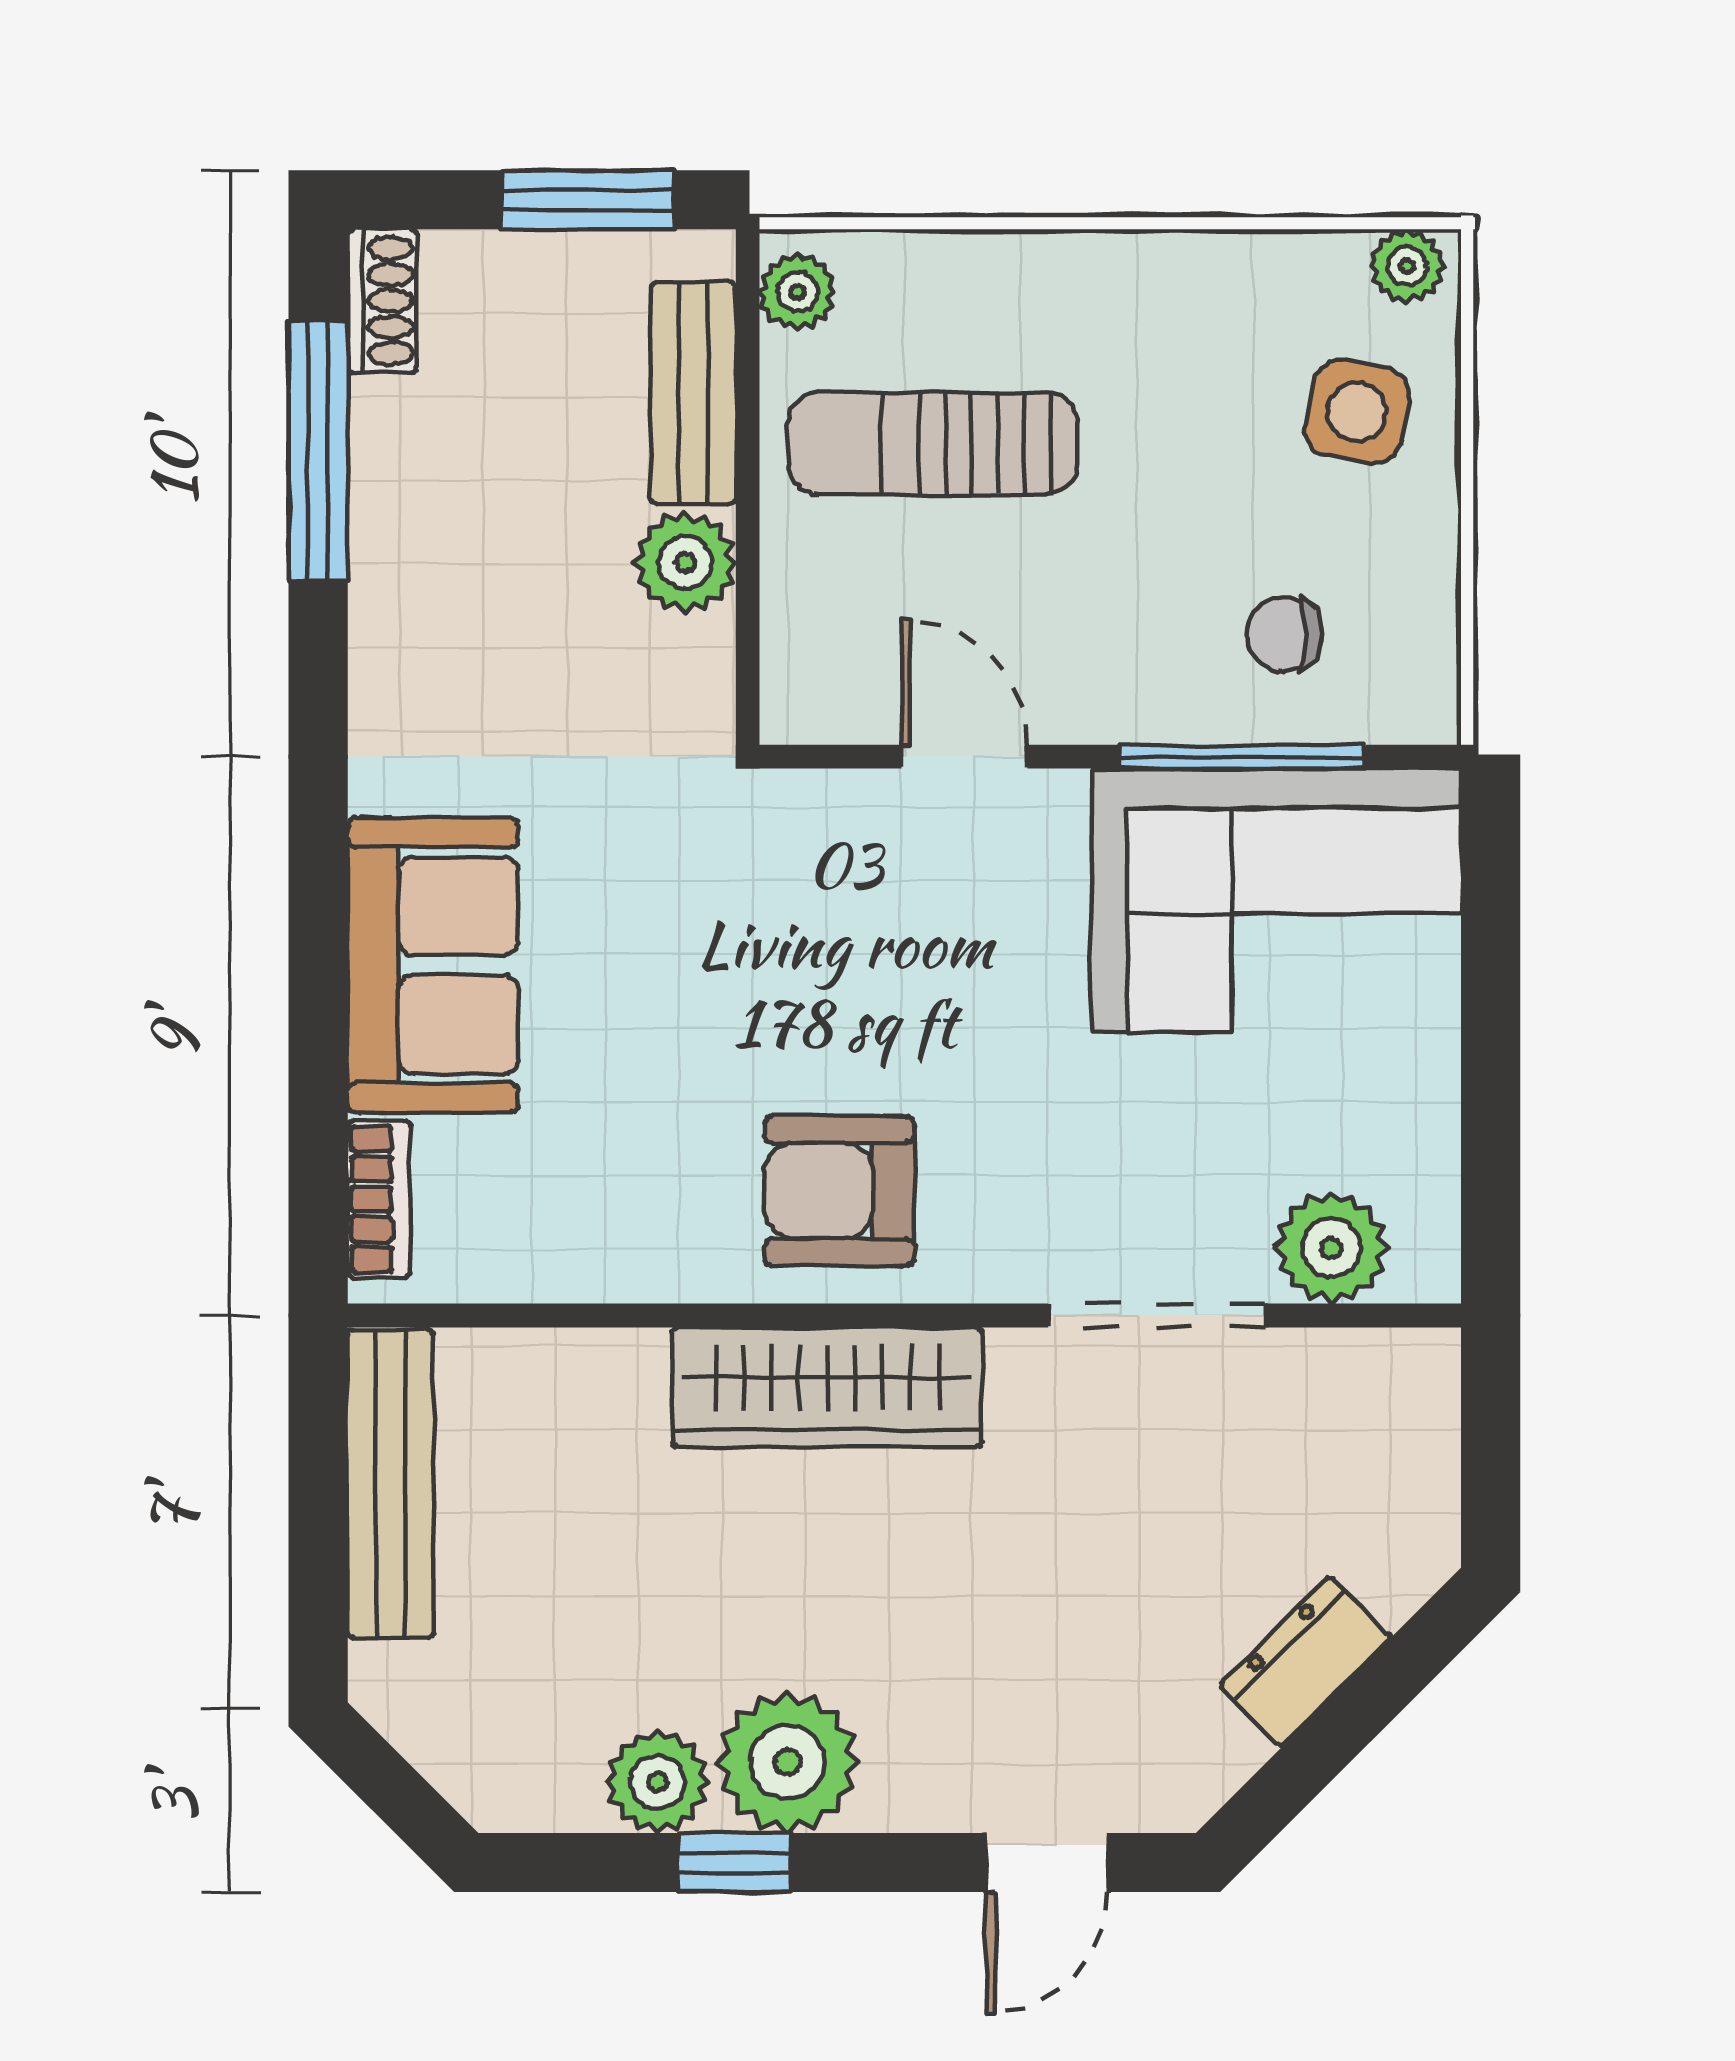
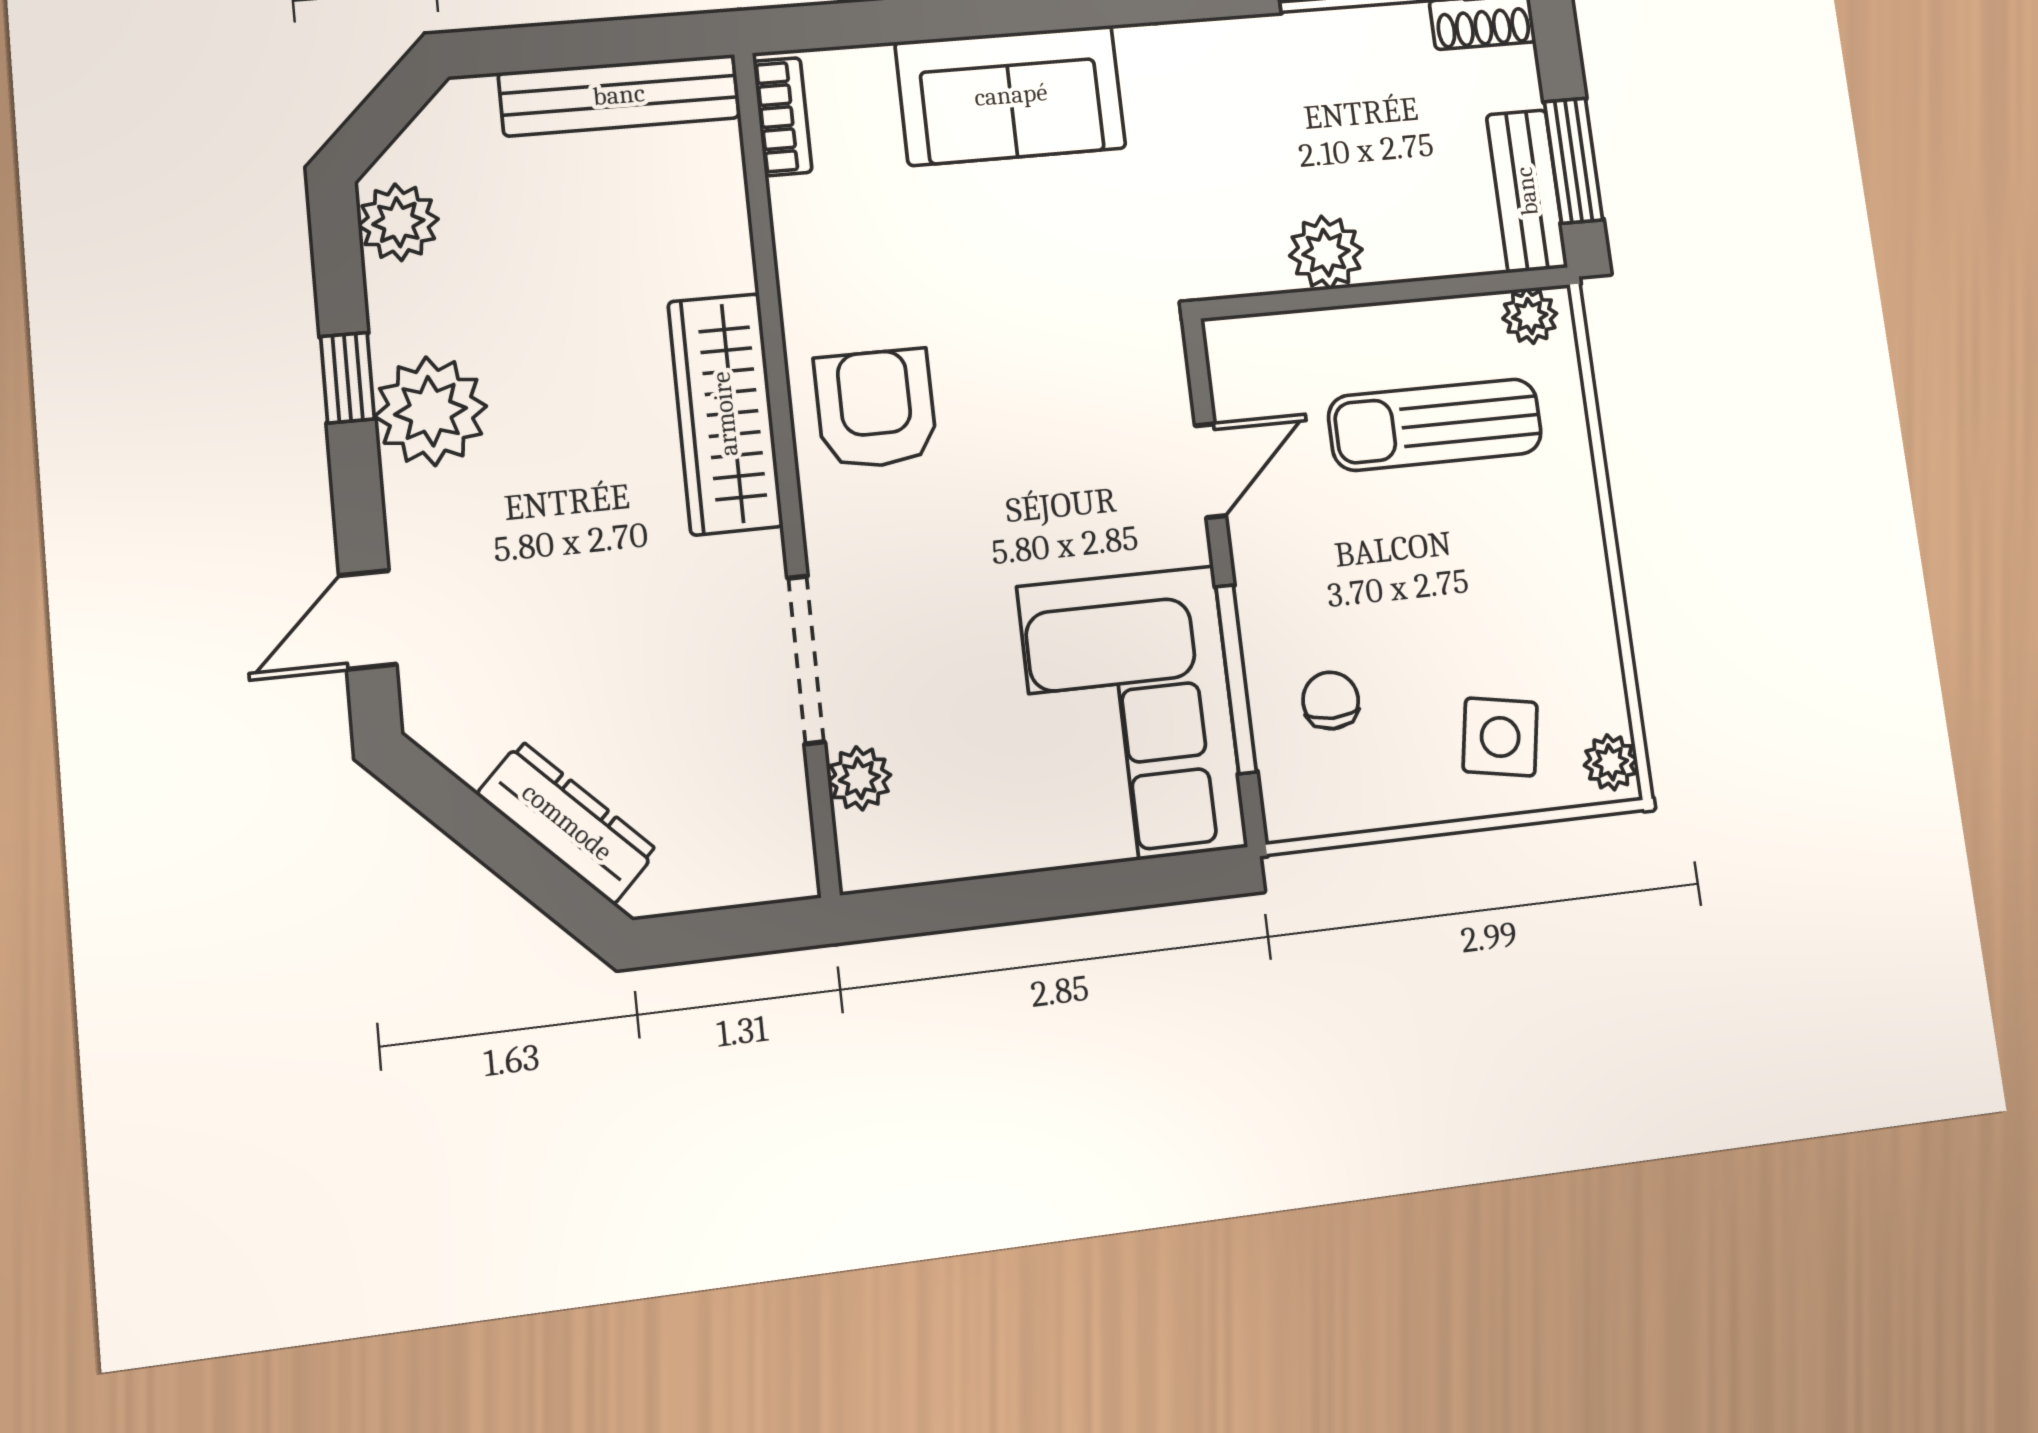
bench: (693, 393) -> (1527, 191), moved, turned 90
sun lounger: (933, 444) -> (1435, 425), turned -90
bookcase: (379, 1199) -> (783, 117), moved, turned -90
plant: (1331, 1248) -> (859, 778), width x0.73, depth x0.73
dresser: (1306, 1661) -> (567, 822), width x1.44
plant: (657, 1782) -> (398, 222), moved
door: (1047, 1863) -> (368, 620), hinge flipped

